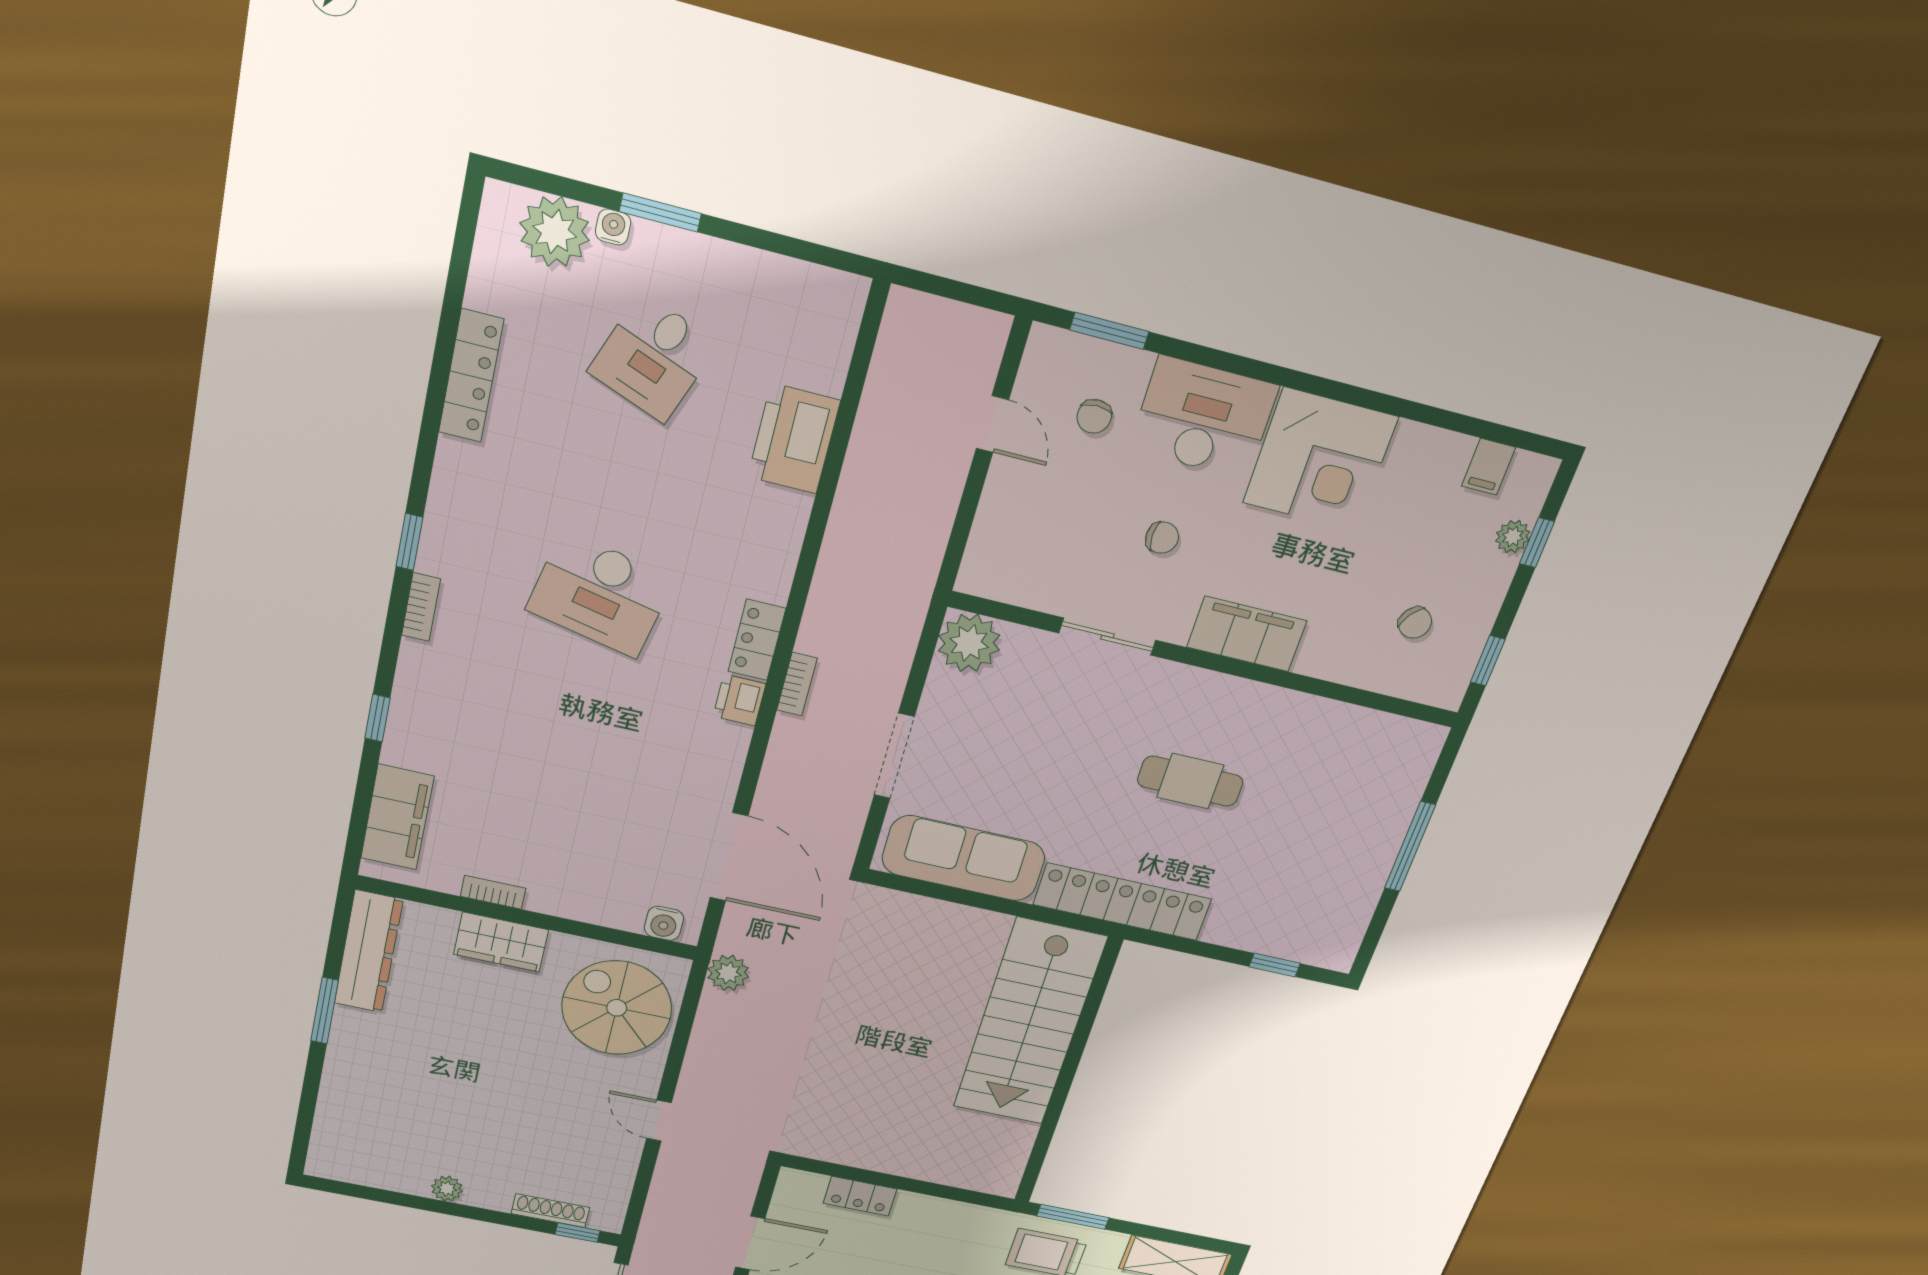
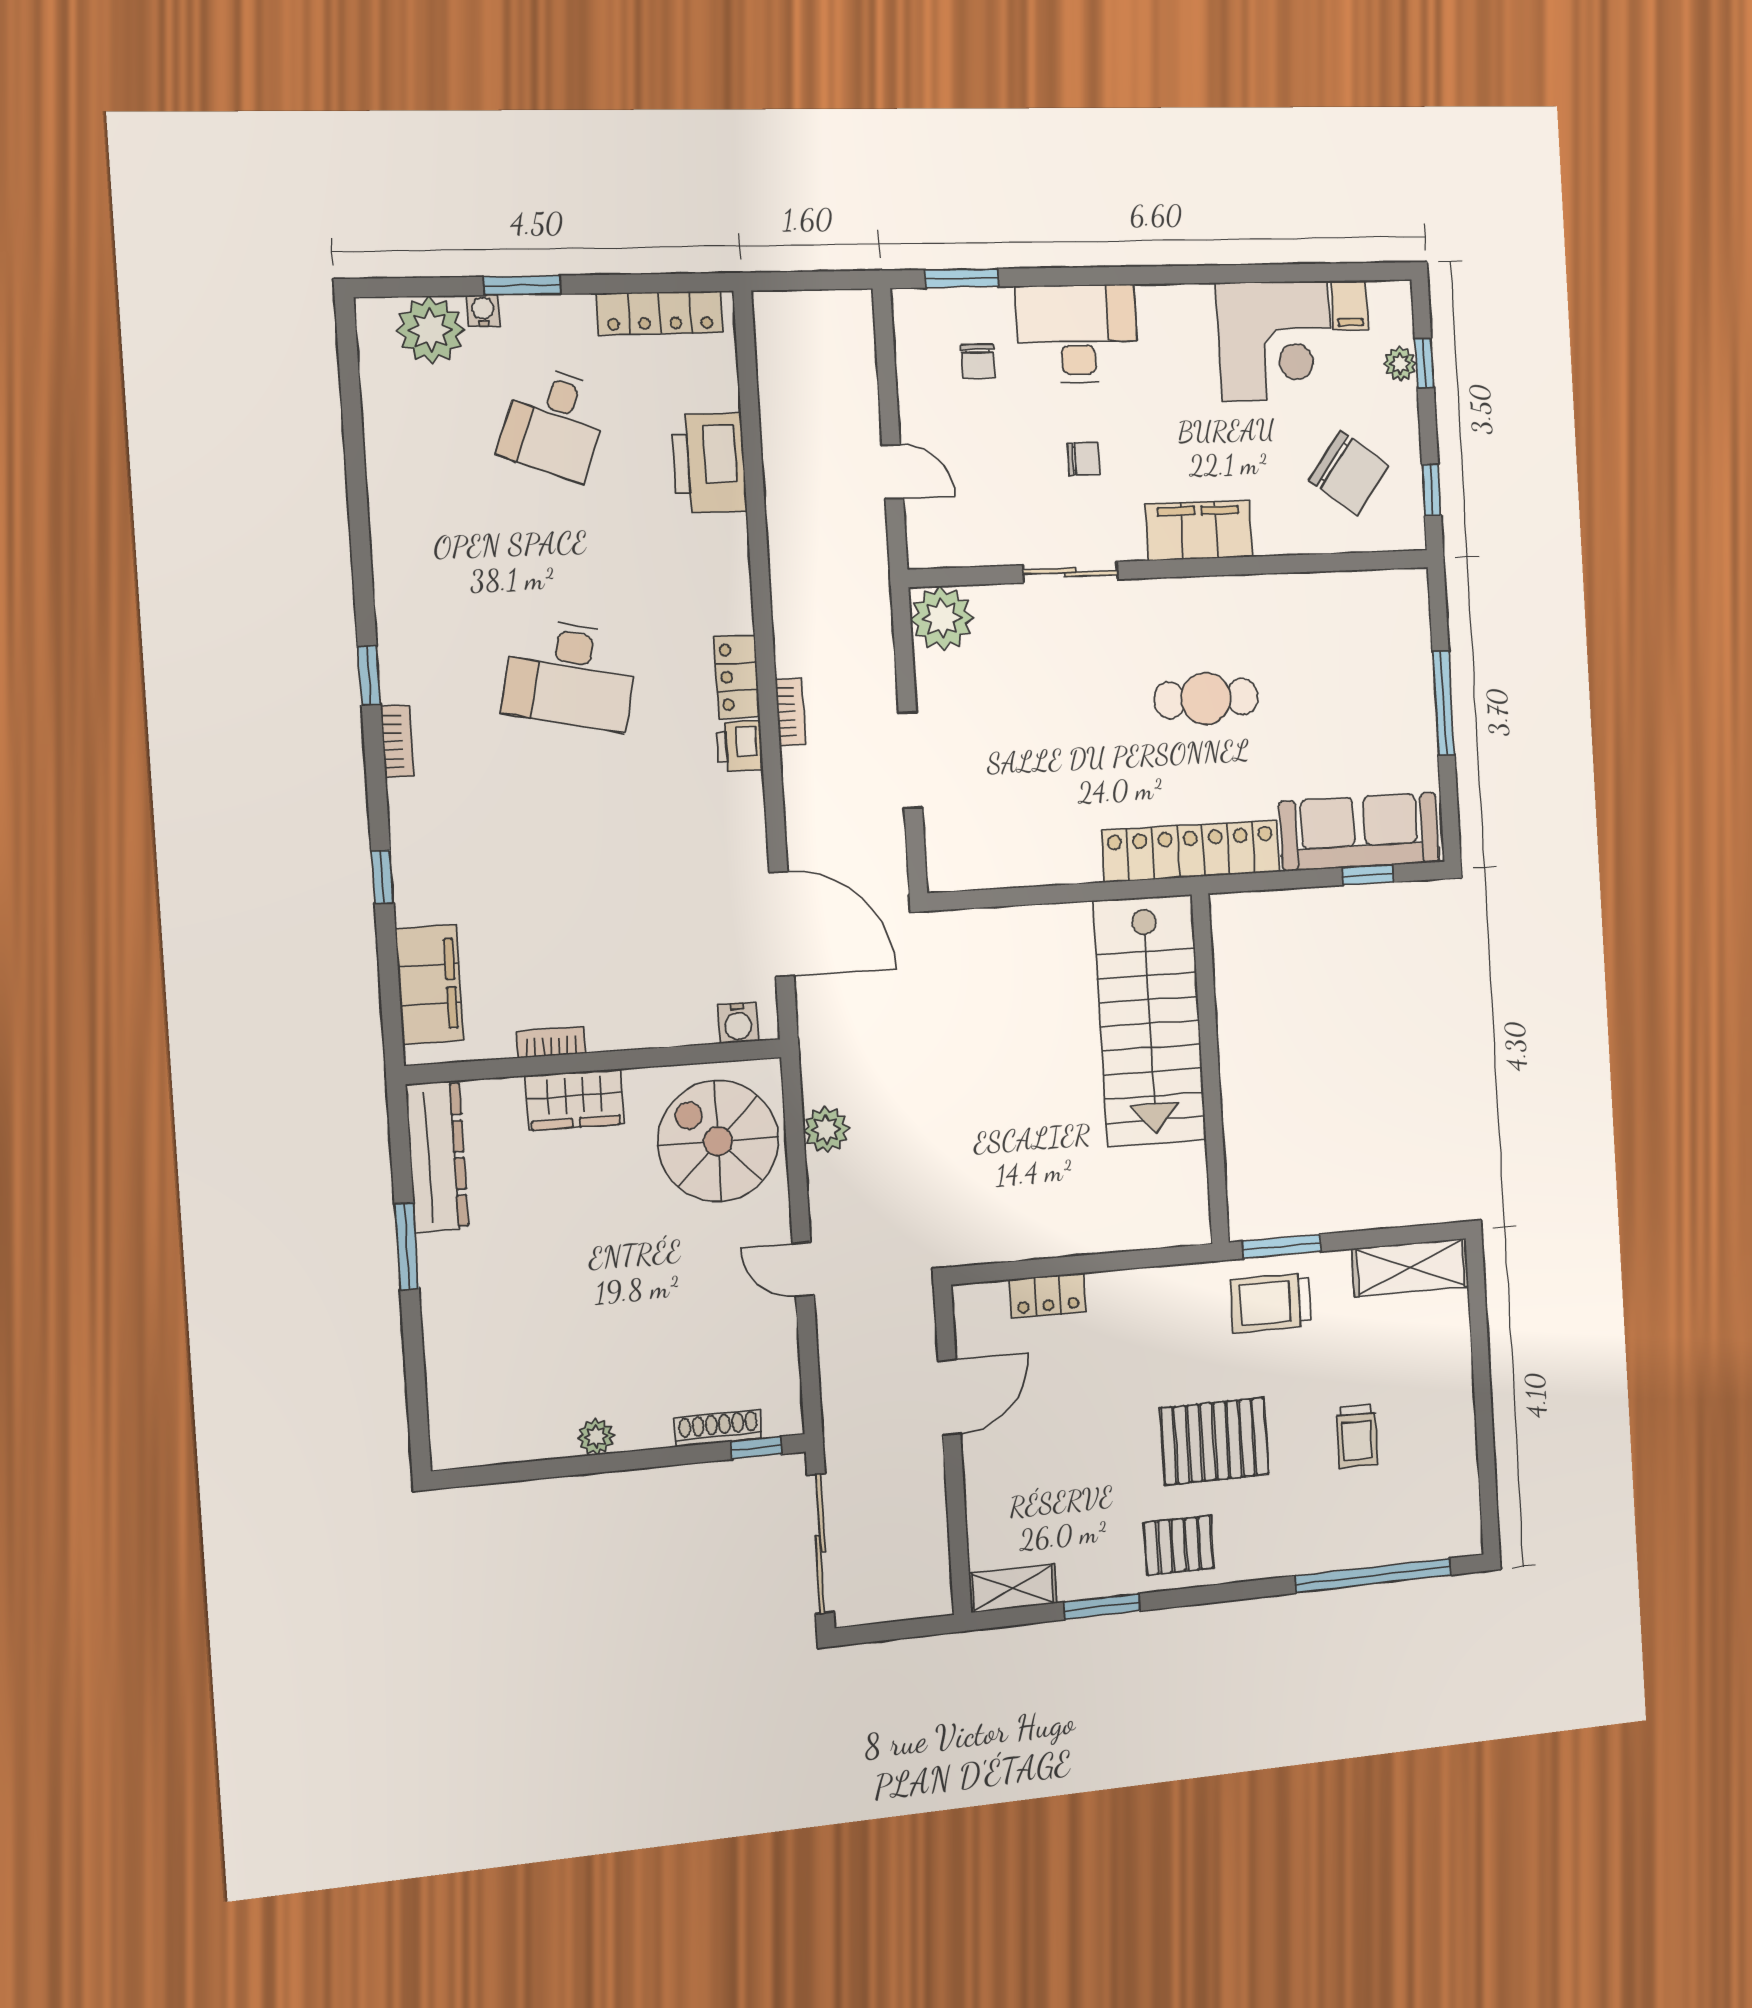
locker: (471, 376) -> (660, 313), moved, turned 90
door: (992, 424) -> (893, 472), moved
corner desk: (1320, 460) -> (1275, 341), moved
chair: (1415, 623) -> (1349, 473), width x1.87, depth x1.87
sofa: (963, 858) -> (1359, 832), moved
plant: (728, 973) -> (826, 1129), moved

